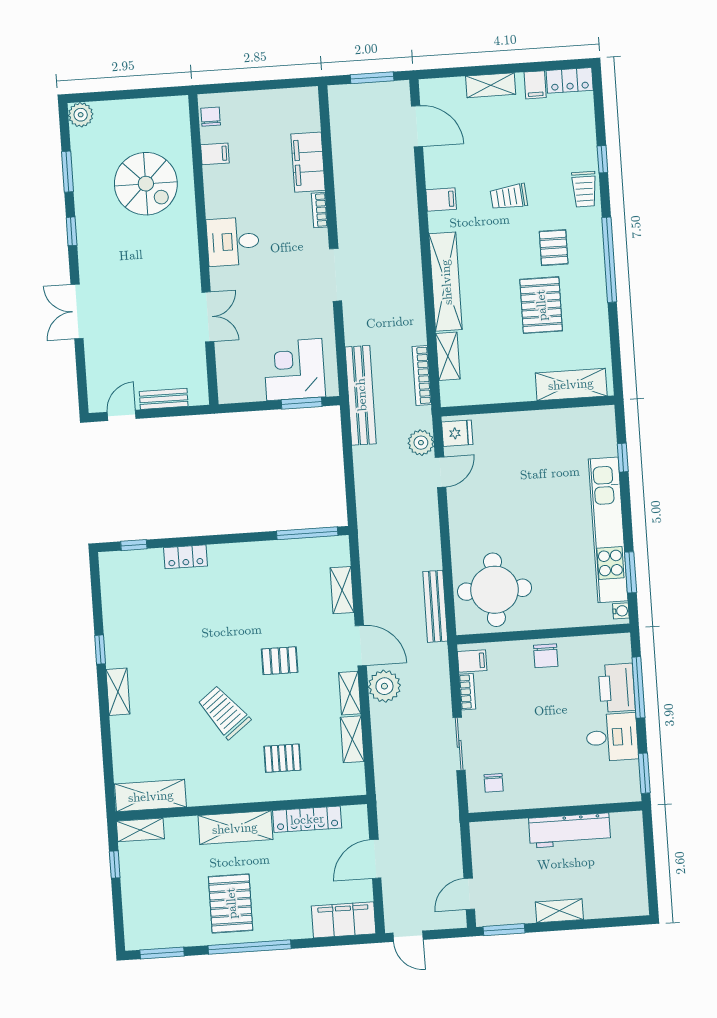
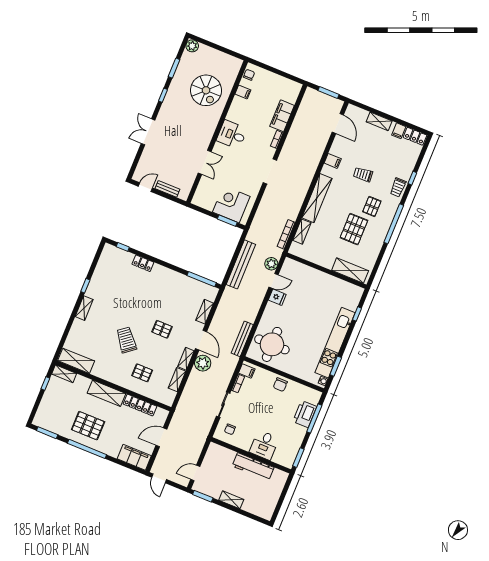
bench: (361, 395) -> (241, 264), moved
fridge: (457, 433) -> (277, 297), moved
desk: (612, 737) -> (264, 445), moved, turned 90
pallet: (231, 903) -> (88, 426), turned 90

